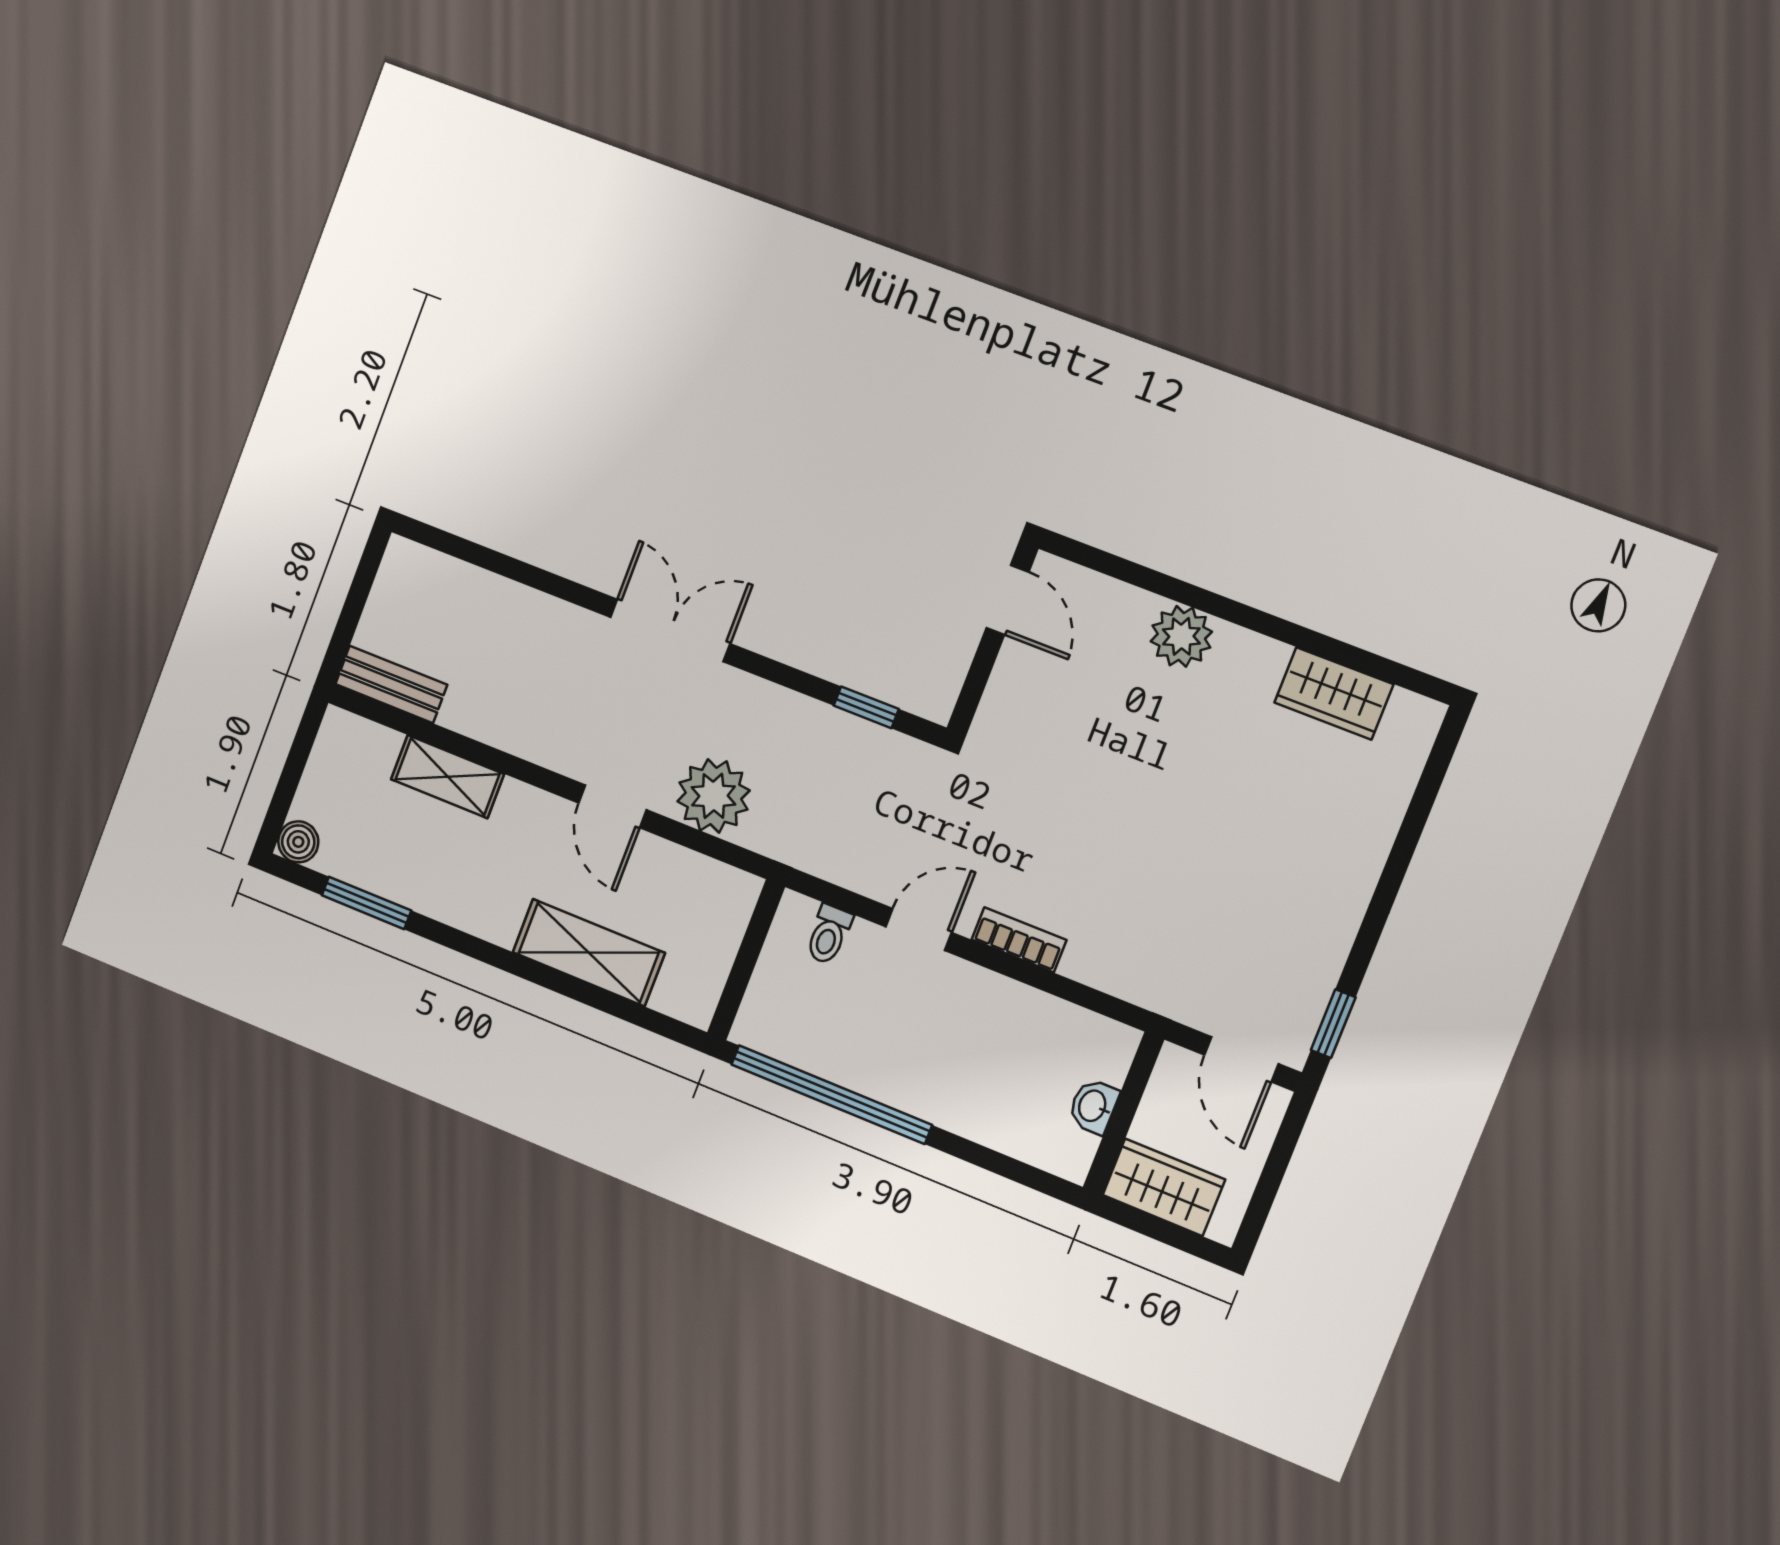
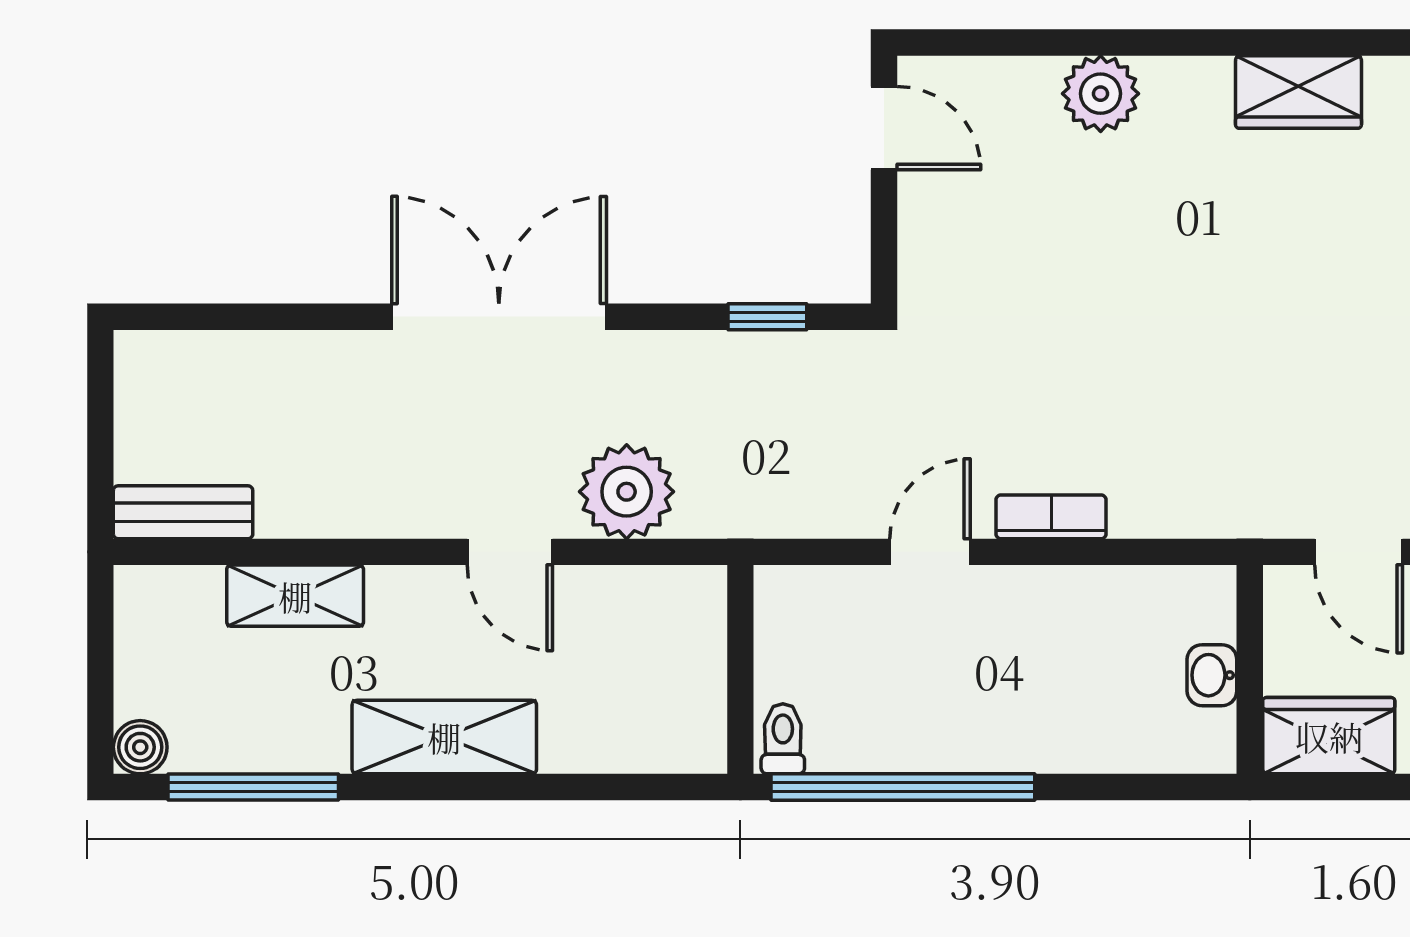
double door: (670, 630) -> (499, 317), width x1.37
window: (366, 903) -> (253, 787), width x1.44
toilet: (829, 934) -> (783, 739), moved, turned 180
shelving: (589, 953) -> (444, 737), moved

